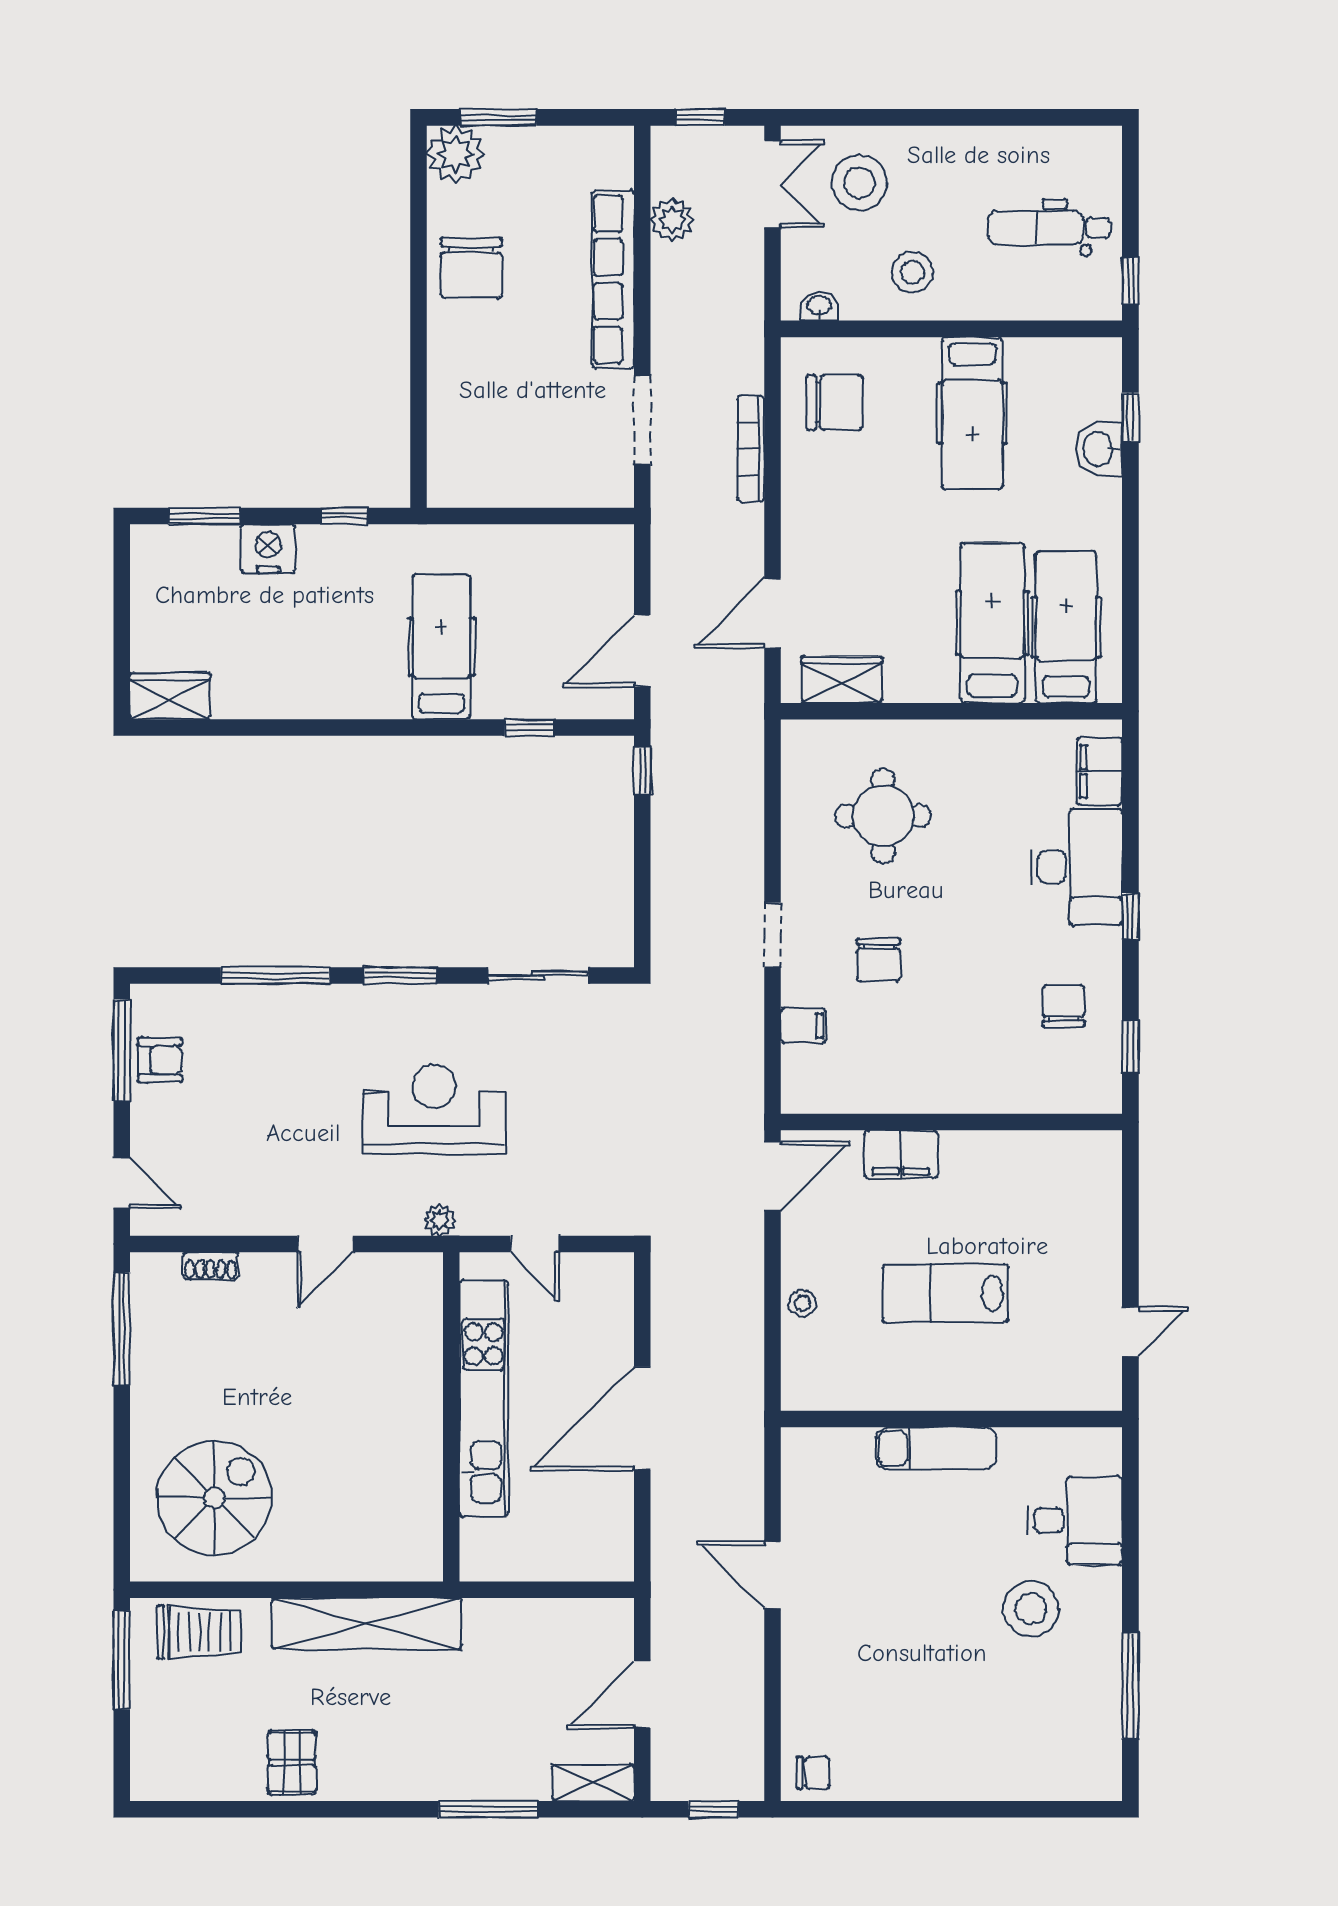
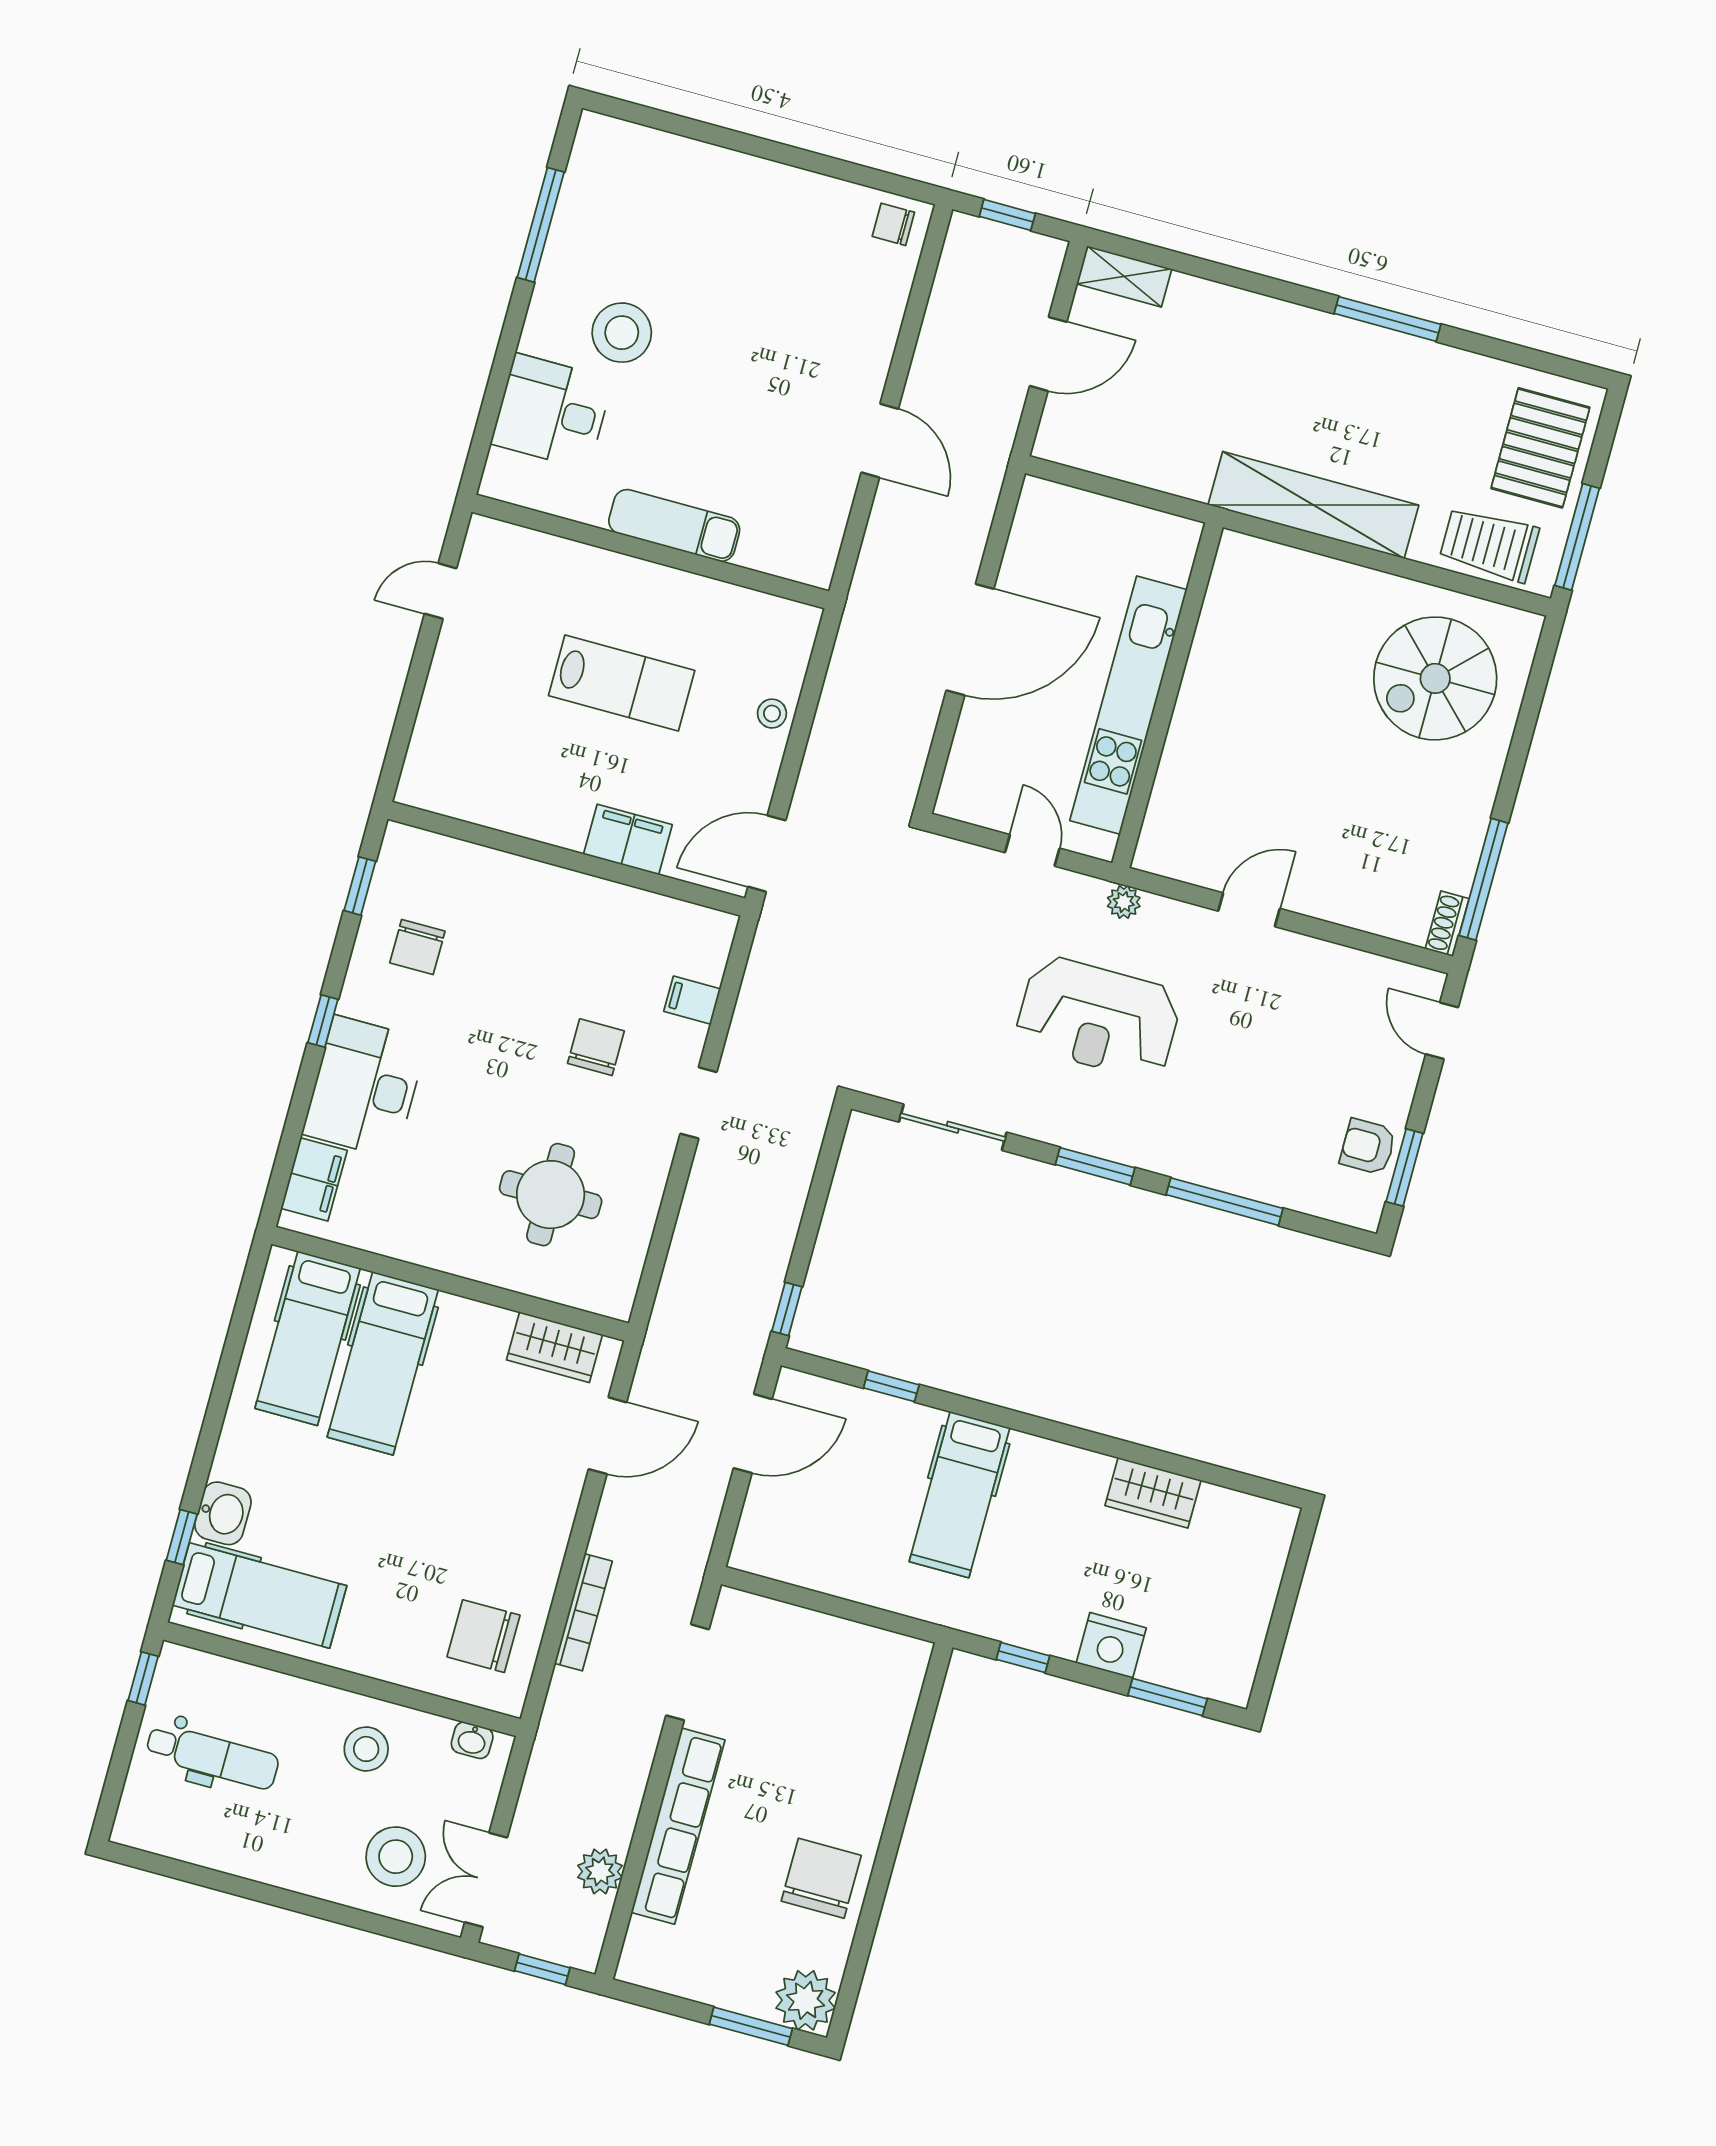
hospital bed: (972, 413) -> (259, 1595), moved, turned 90
wardrobe: (170, 696) -> (1153, 1493), moved
window: (122, 1051) -> (1405, 1167), width x0.69
shoe rack: (210, 1266) -> (1447, 924), moved, turned -90
pallet: (292, 1762) -> (1540, 448), moved, width x1.50, depth x1.42
window: (488, 1809) -> (1387, 319), moved

